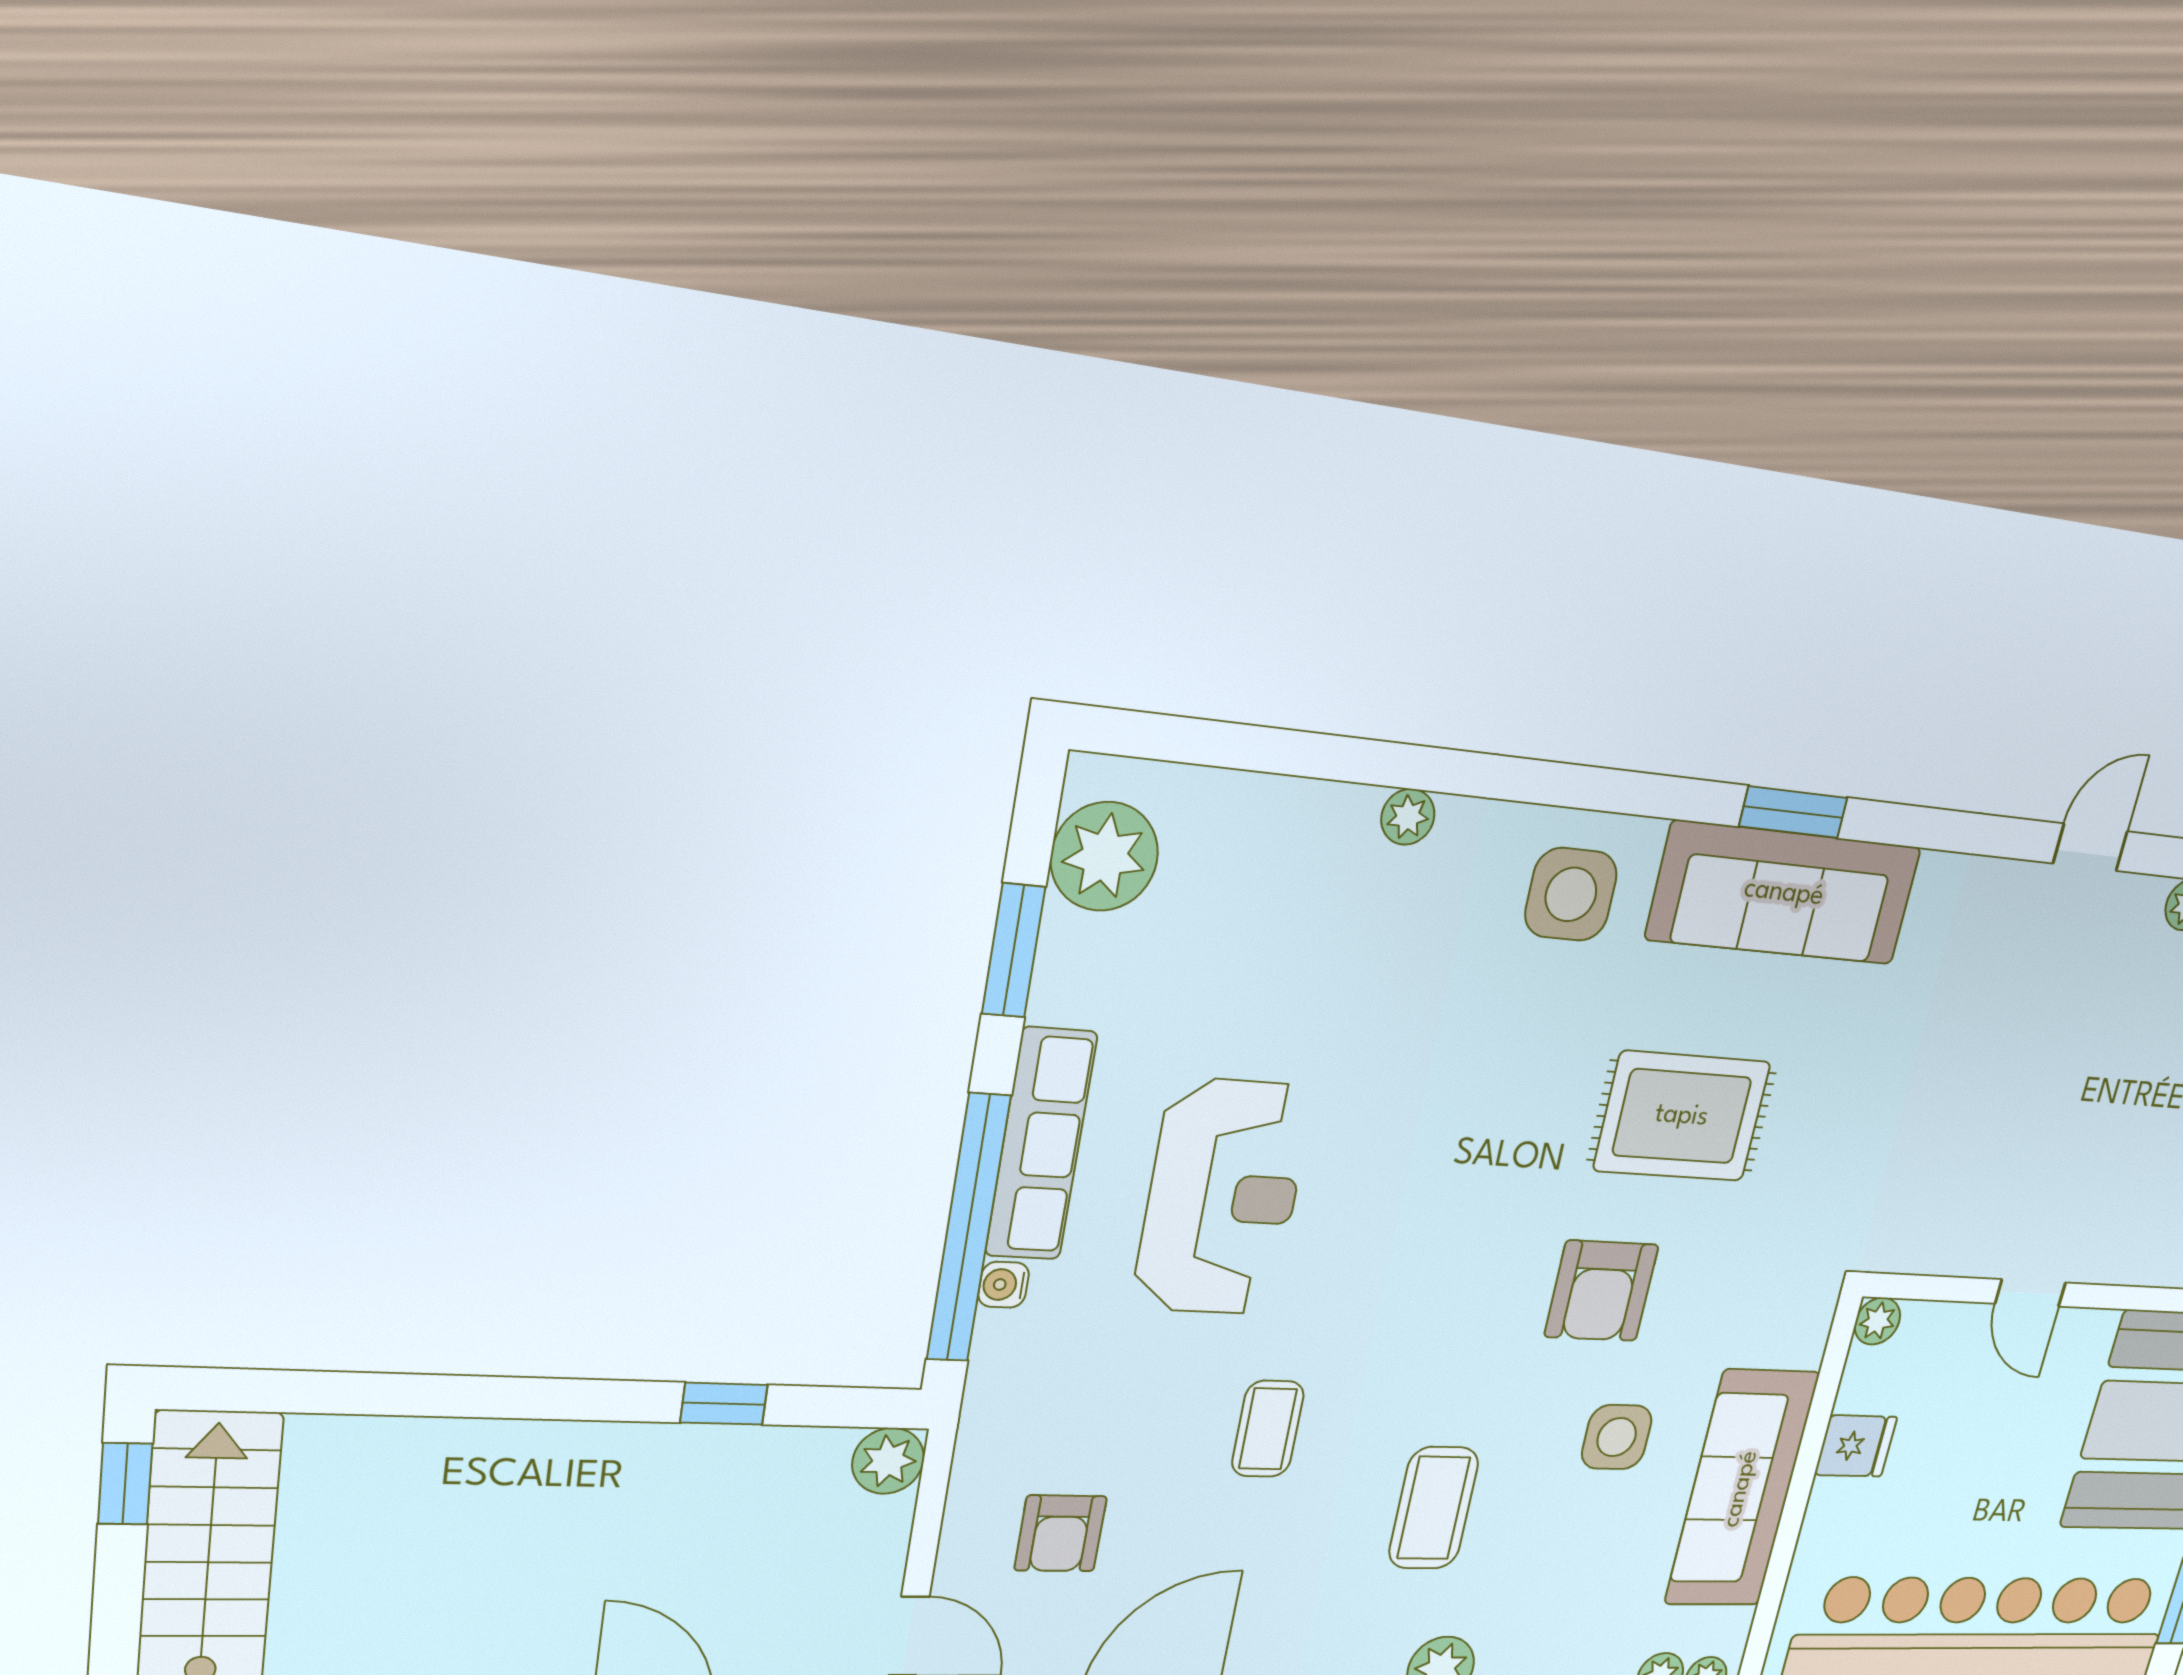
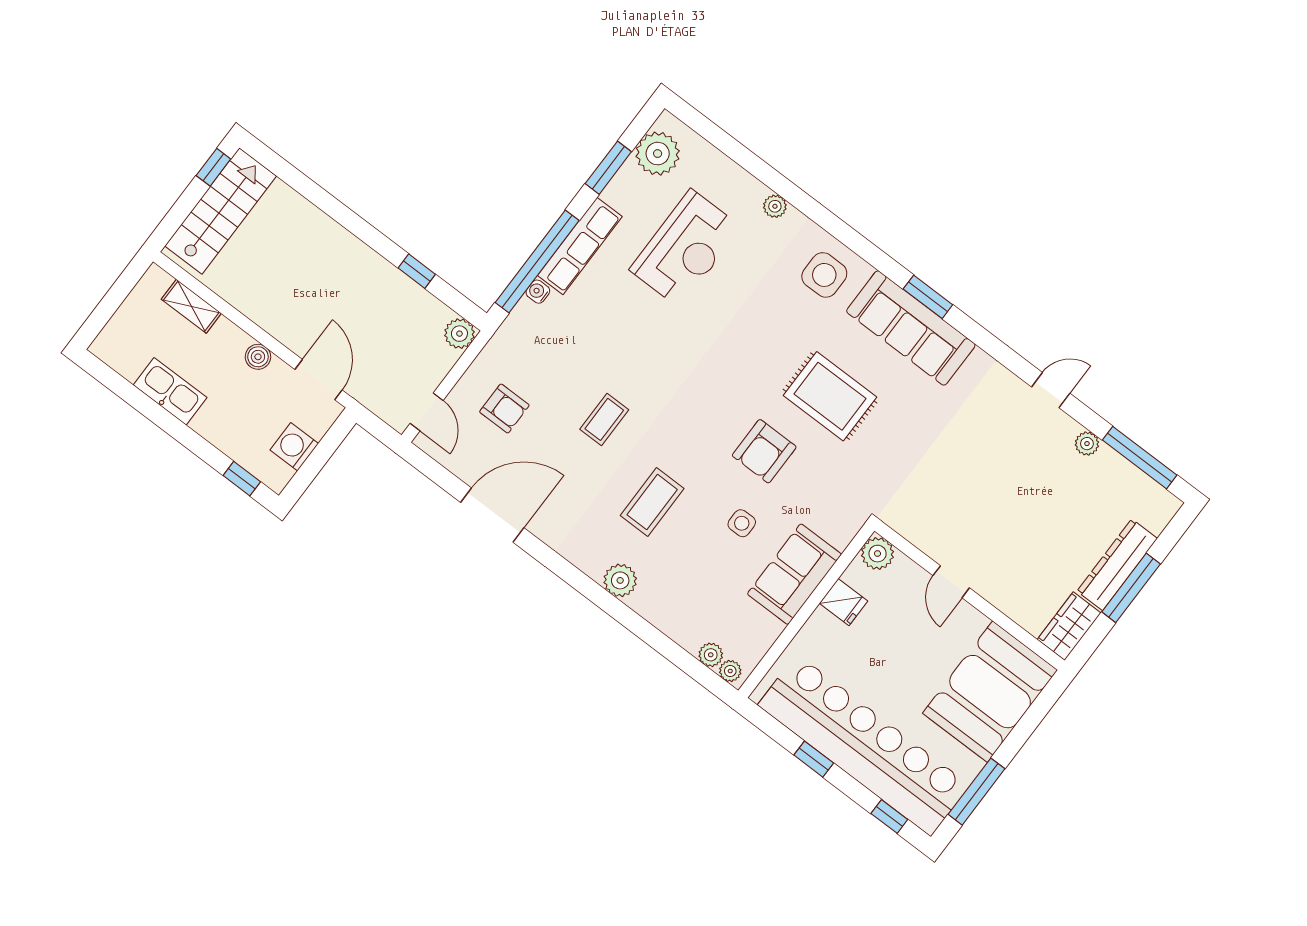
reception desk: (1222, 1198) -> (685, 248), moved
plant: (1877, 1321) -> (878, 554), width x1.38, depth x1.38
side table: (1617, 1437) -> (742, 523), width x0.73, depth x0.73
sofa: (1741, 1489) -> (794, 574), width x0.73
armchair: (1060, 1533) -> (504, 409), turned -90

